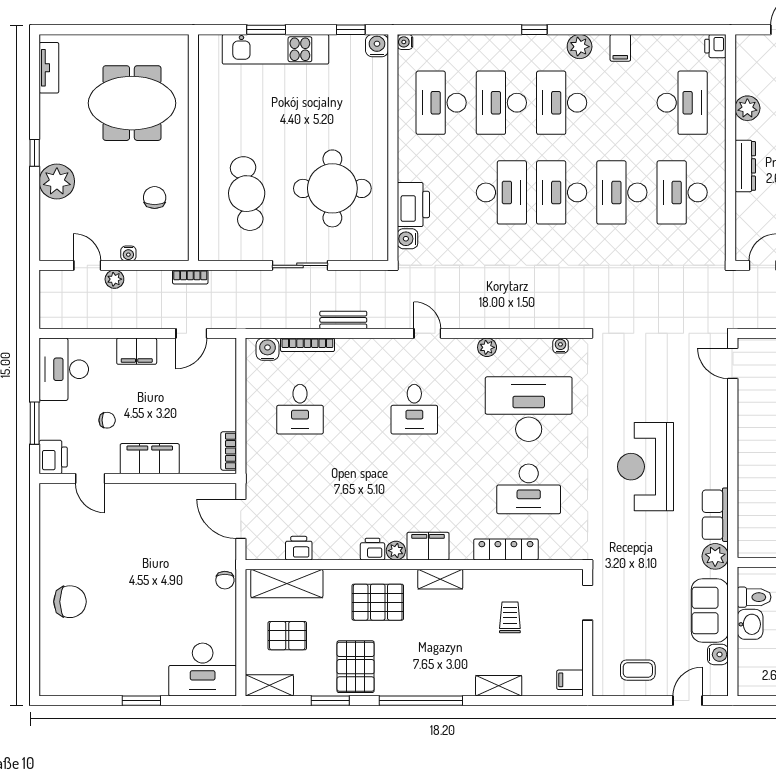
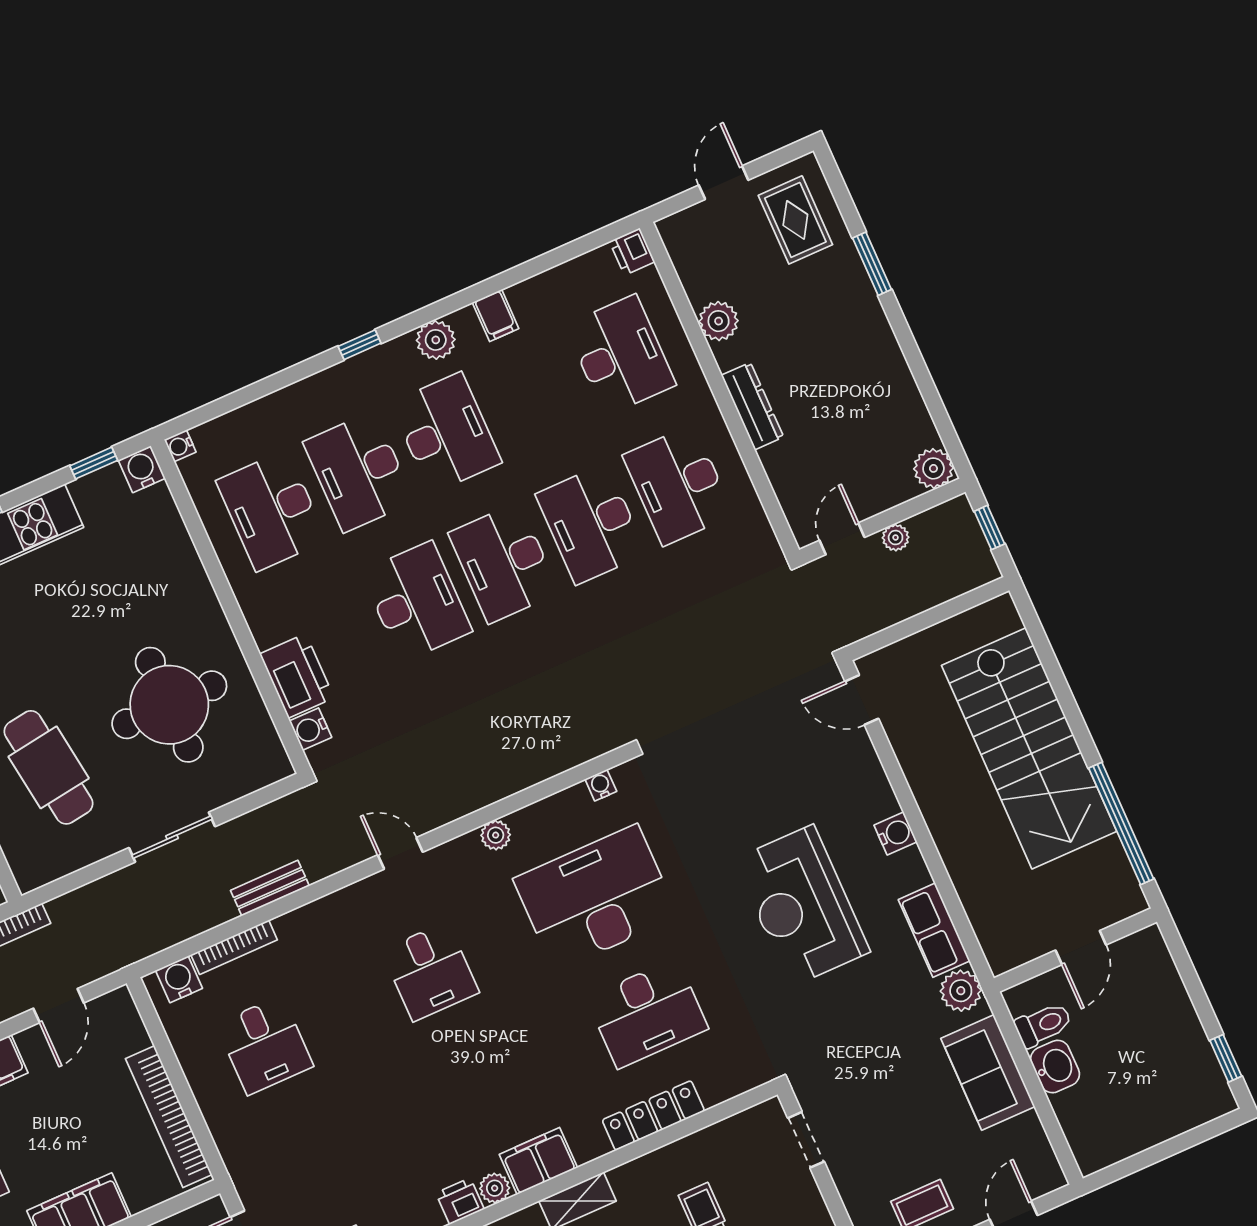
desk: (562, 103) -> (446, 433), turned 180
bookcase: (229, 451) -> (169, 1117), width x2.31, depth x1.31
water cooler: (718, 654) -> (895, 833), moved

